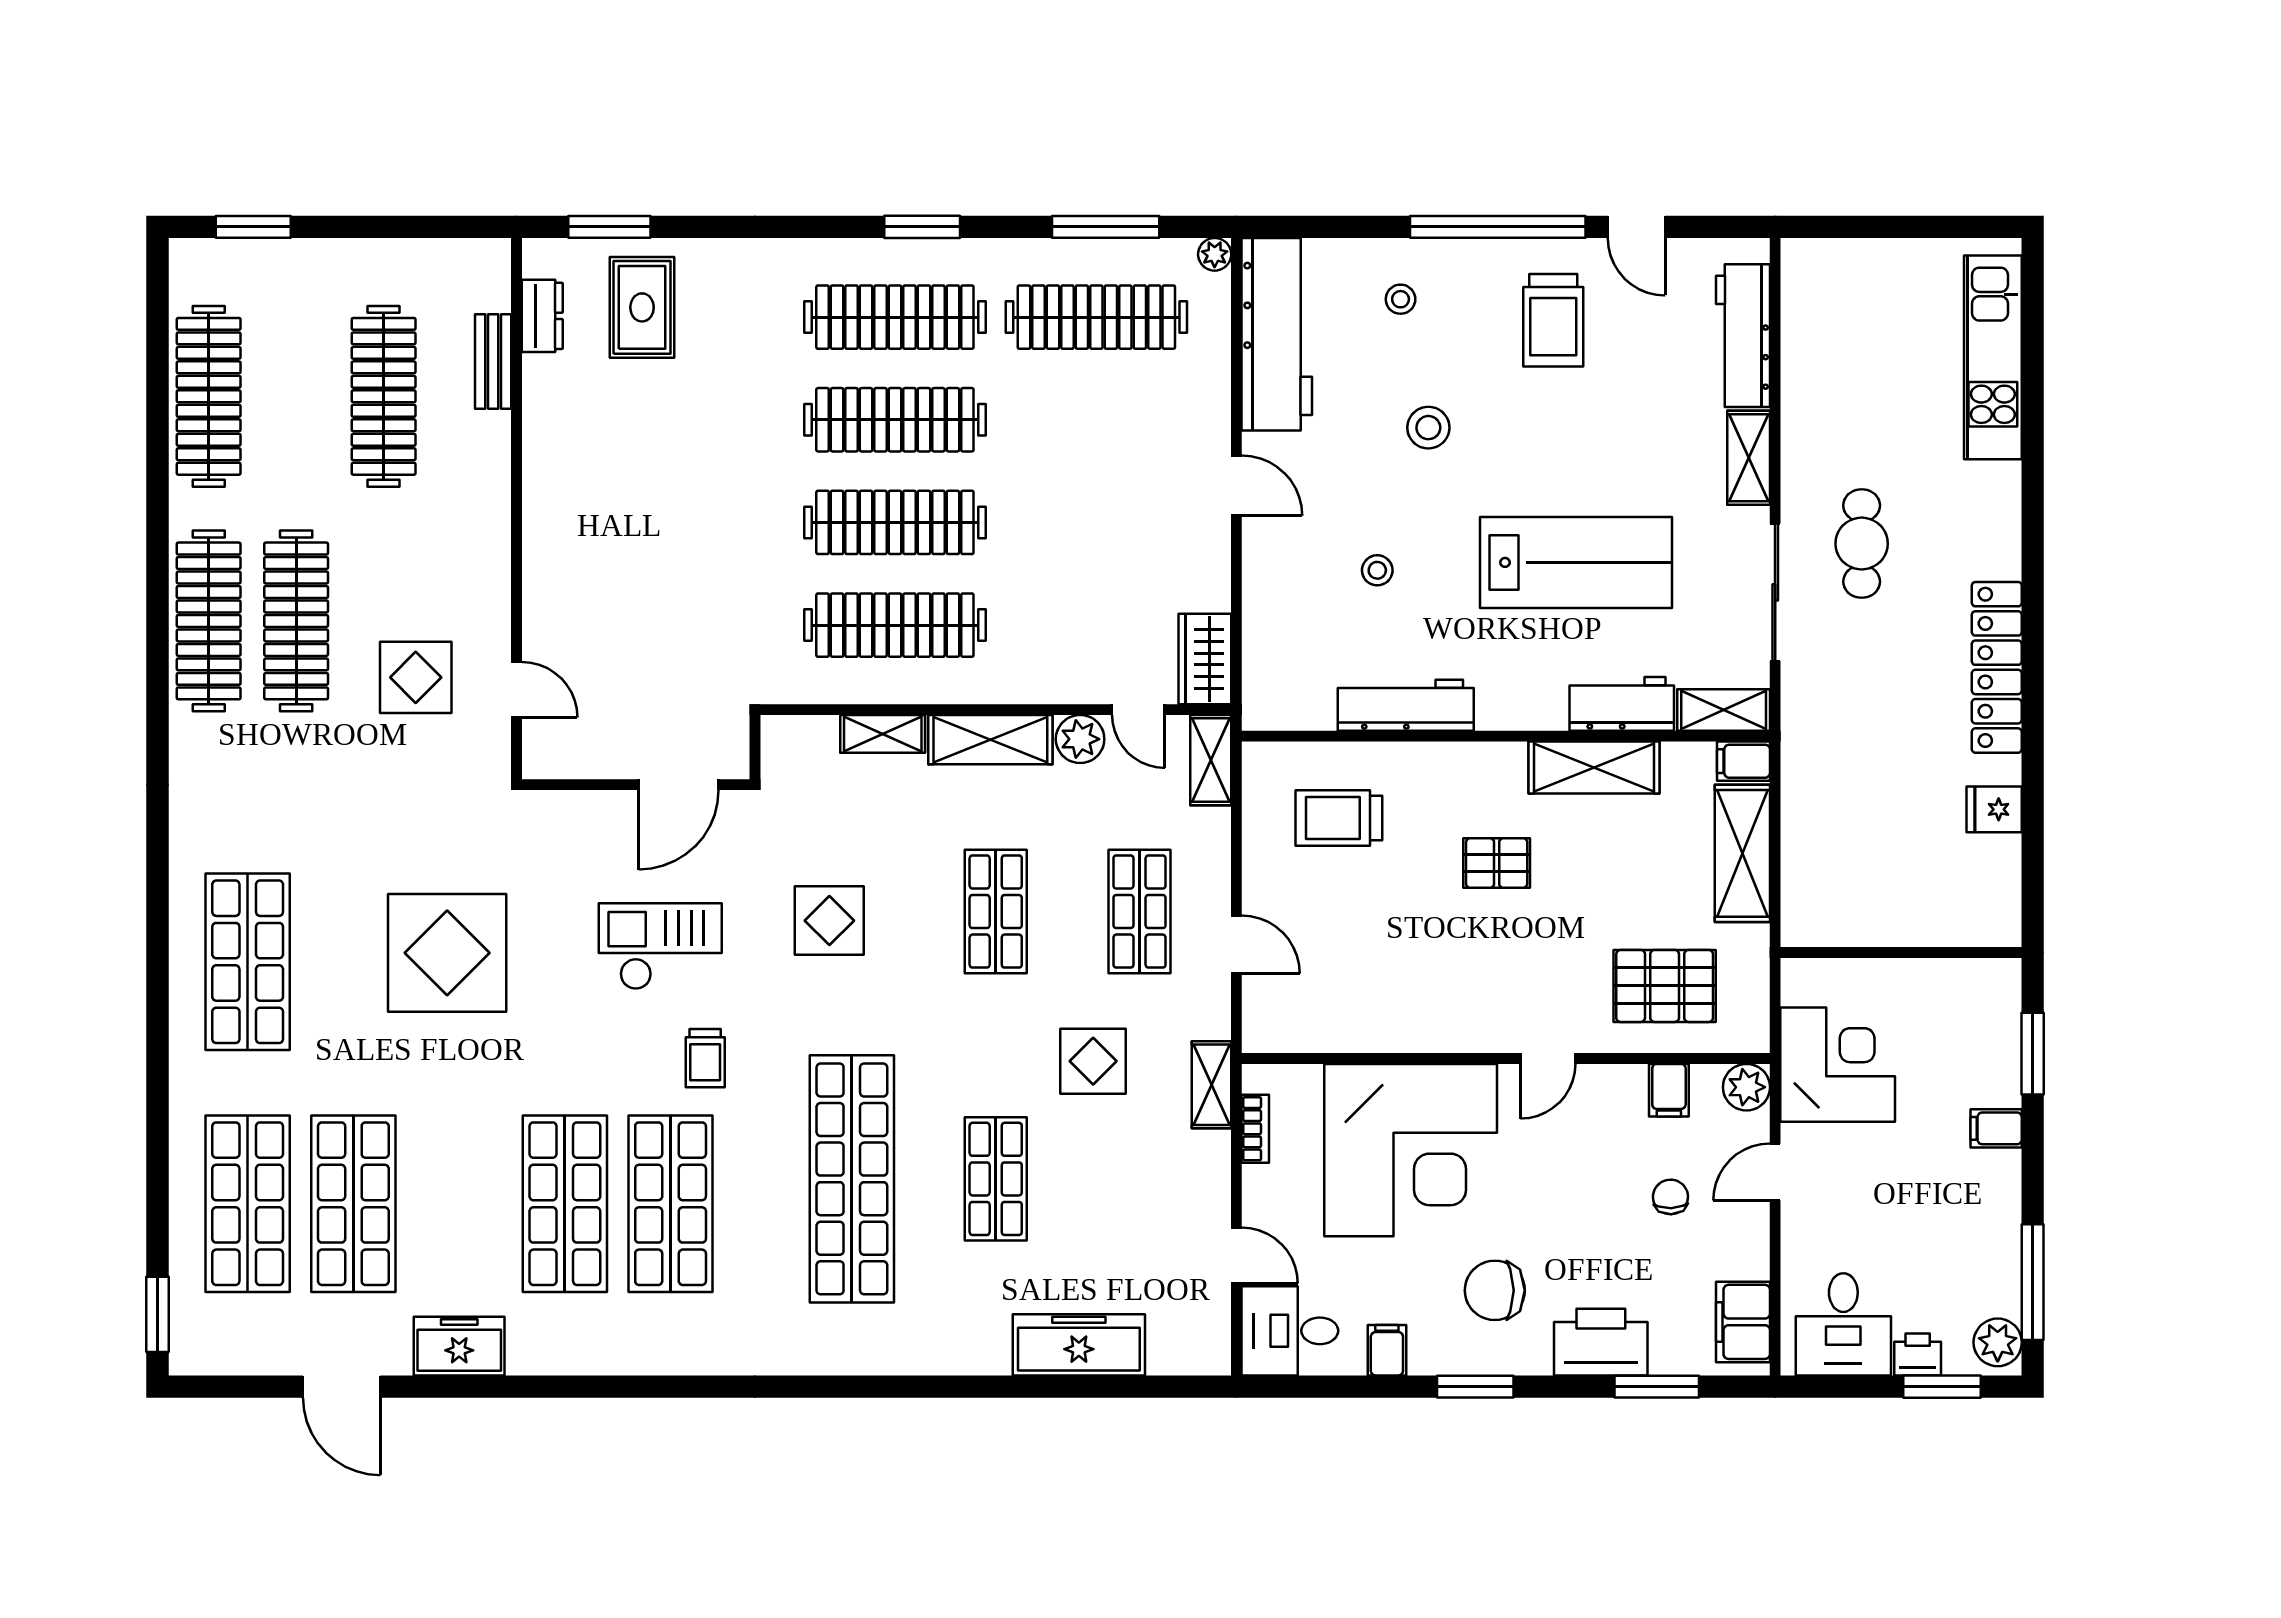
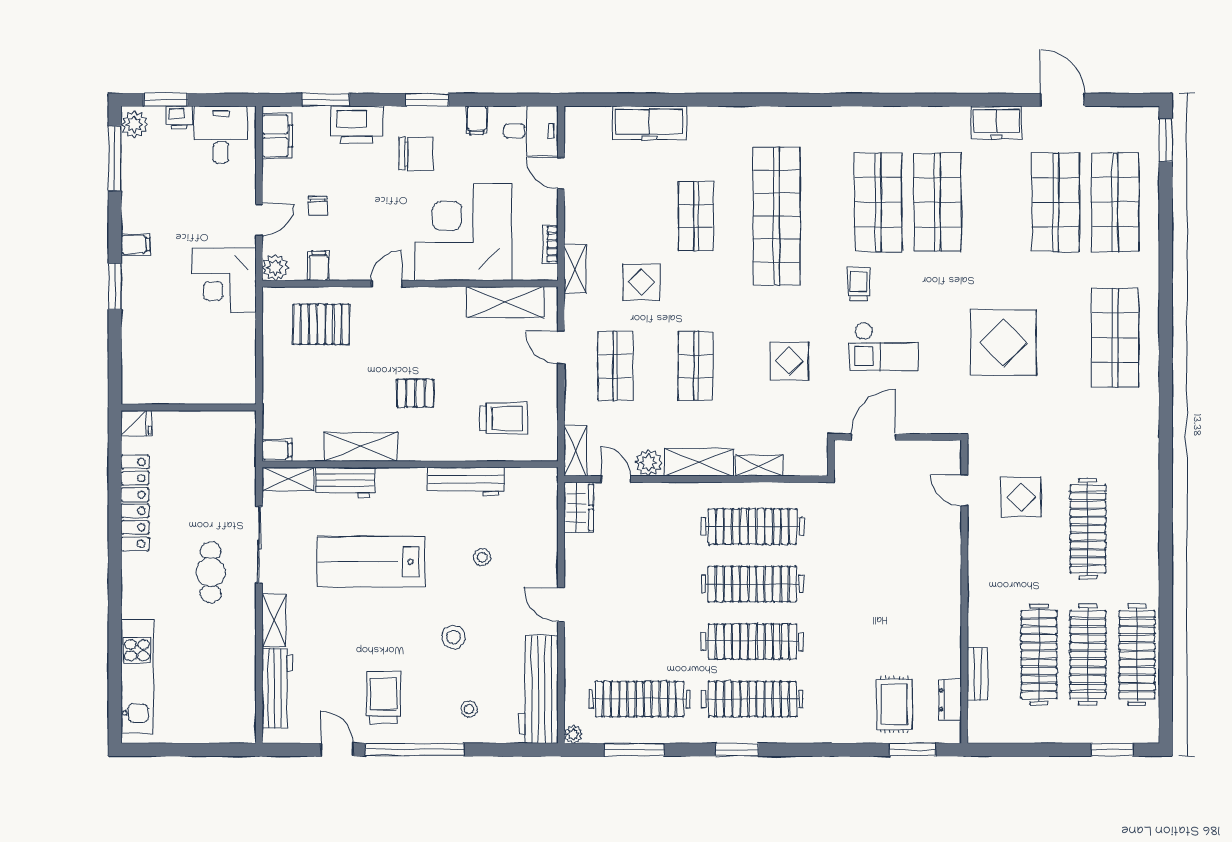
clothes rail: (209, 621) -> (1088, 655), moved
shelving: (1742, 853) -> (505, 302), moved, turned 90
wall: (1901, 952) -> (189, 407), moved

